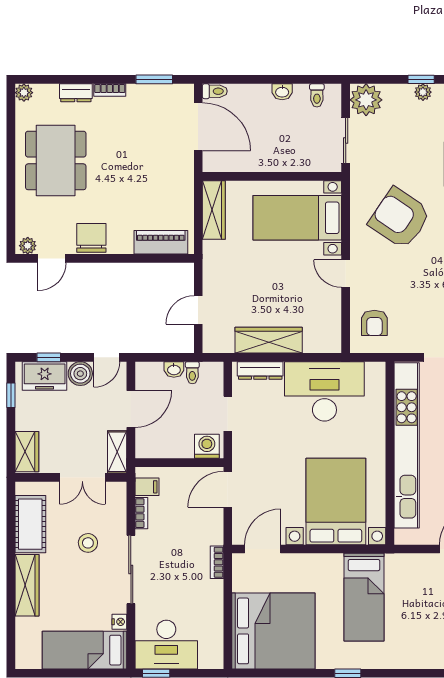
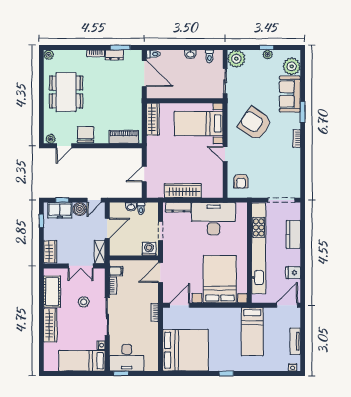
dresser: (76, 93) -> (114, 55), moved
bed: (364, 597) -> (252, 332), moved

